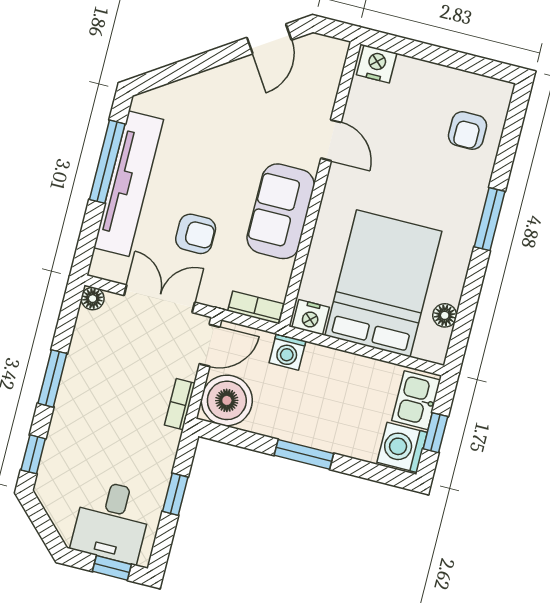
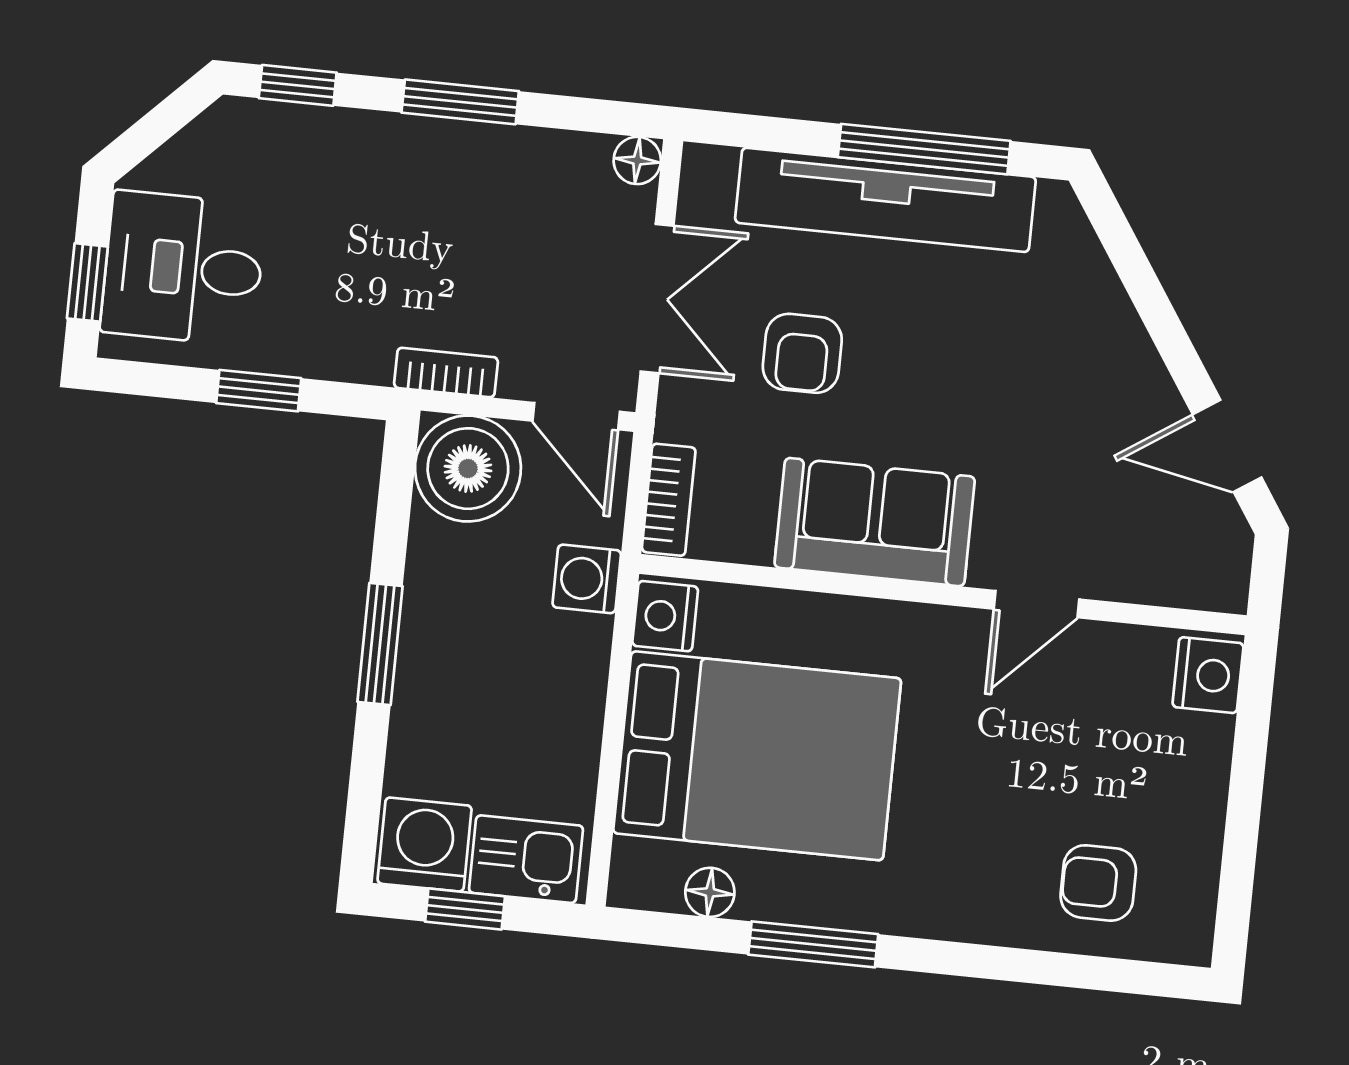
window: (490, 219) -> (813, 944), moved

